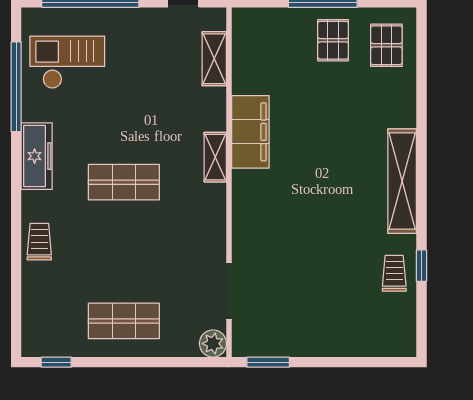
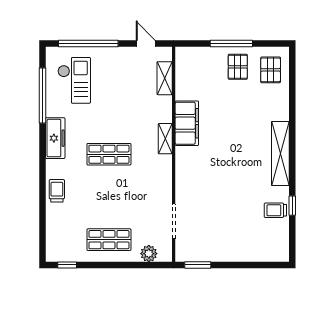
checkout: (67, 62) -> (74, 80), turned 90
trolley: (394, 273) -> (275, 210), turned -90
plant: (213, 344) -> (149, 254), moved

